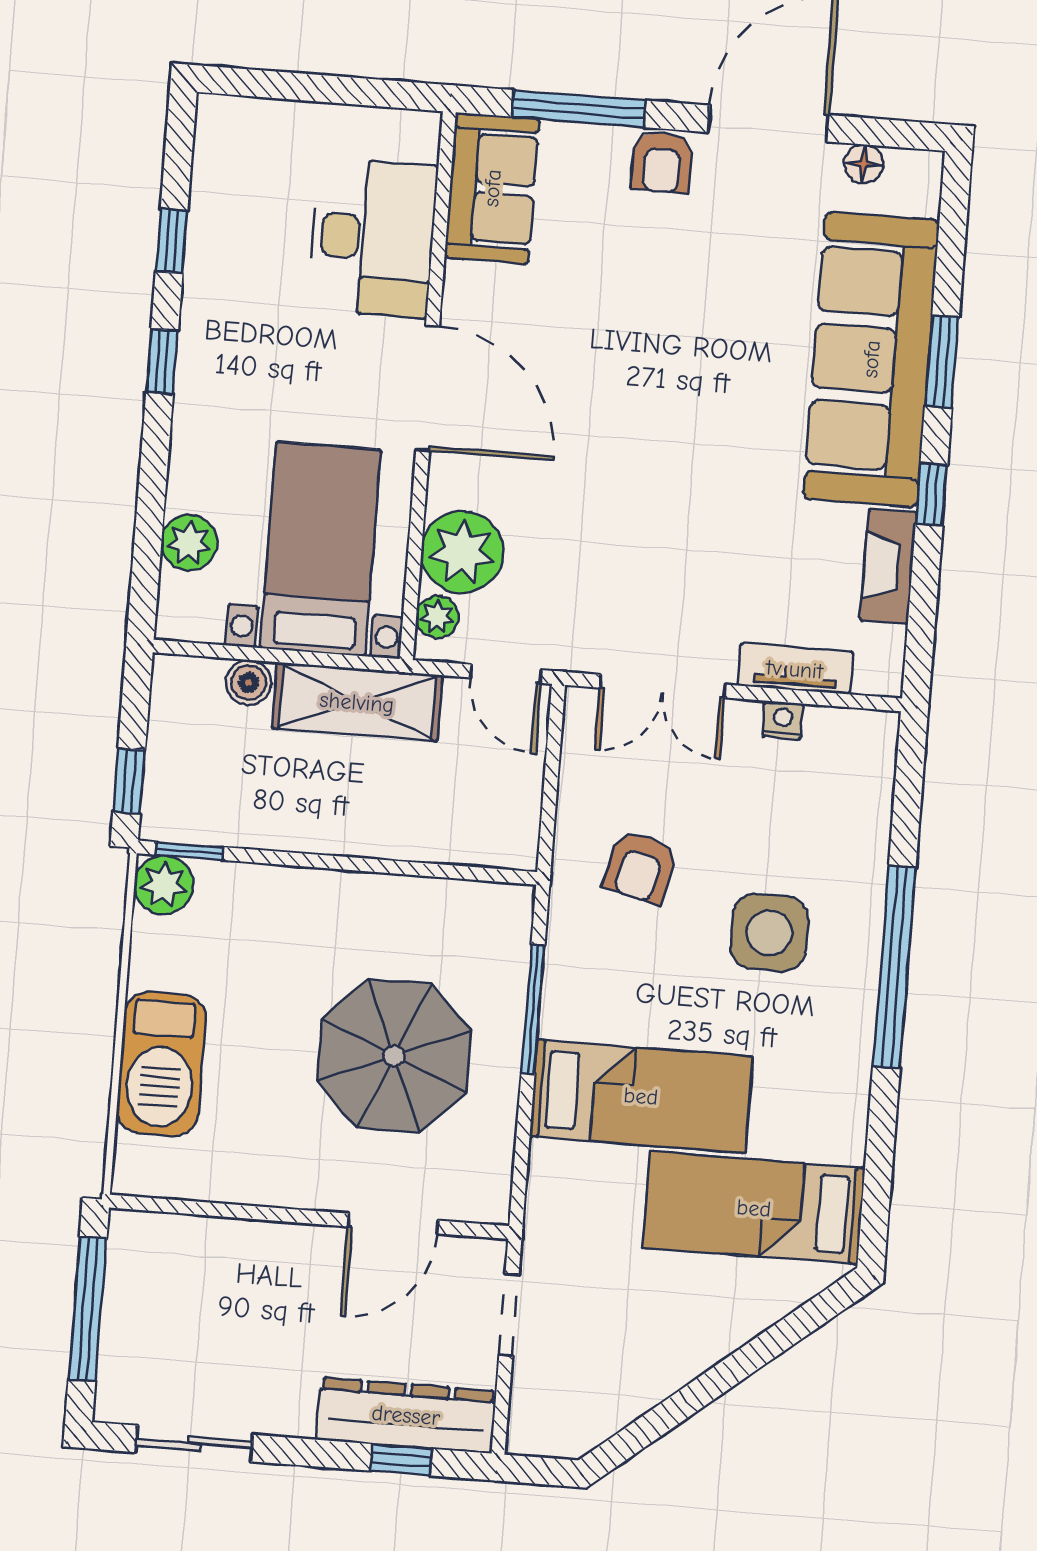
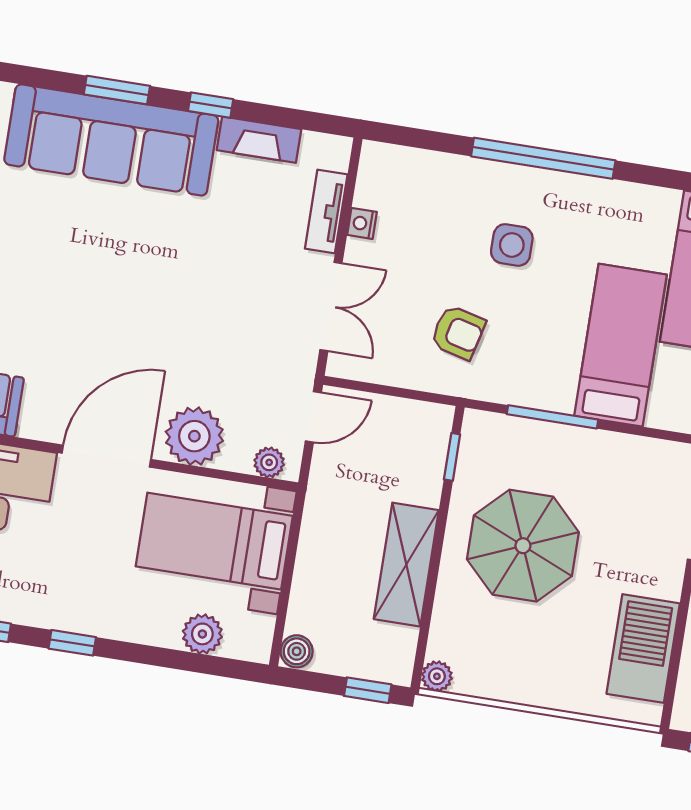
plant: (462, 552) -> (194, 436), moved
boiler: (249, 683) -> (297, 651), moved
shelving: (357, 702) -> (406, 565), moved
window: (189, 851) -> (452, 457), moved
plant: (164, 885) -> (437, 676), width x0.73, depth x0.73
side table: (769, 933) -> (512, 245), width x0.73, depth x0.73
parasol: (394, 1056) -> (523, 546), moved
barbecue: (161, 1064) -> (643, 649), moved, turned -90

